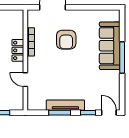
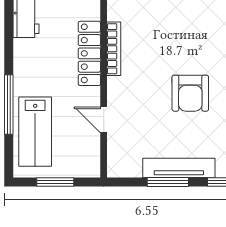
armchair: (66, 40) -> (190, 93), moved
locker: (18, 50) -> (89, 53), width x1.53

